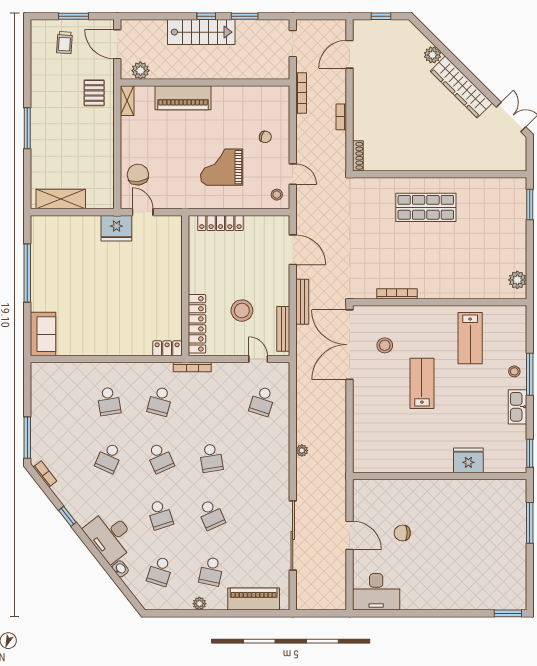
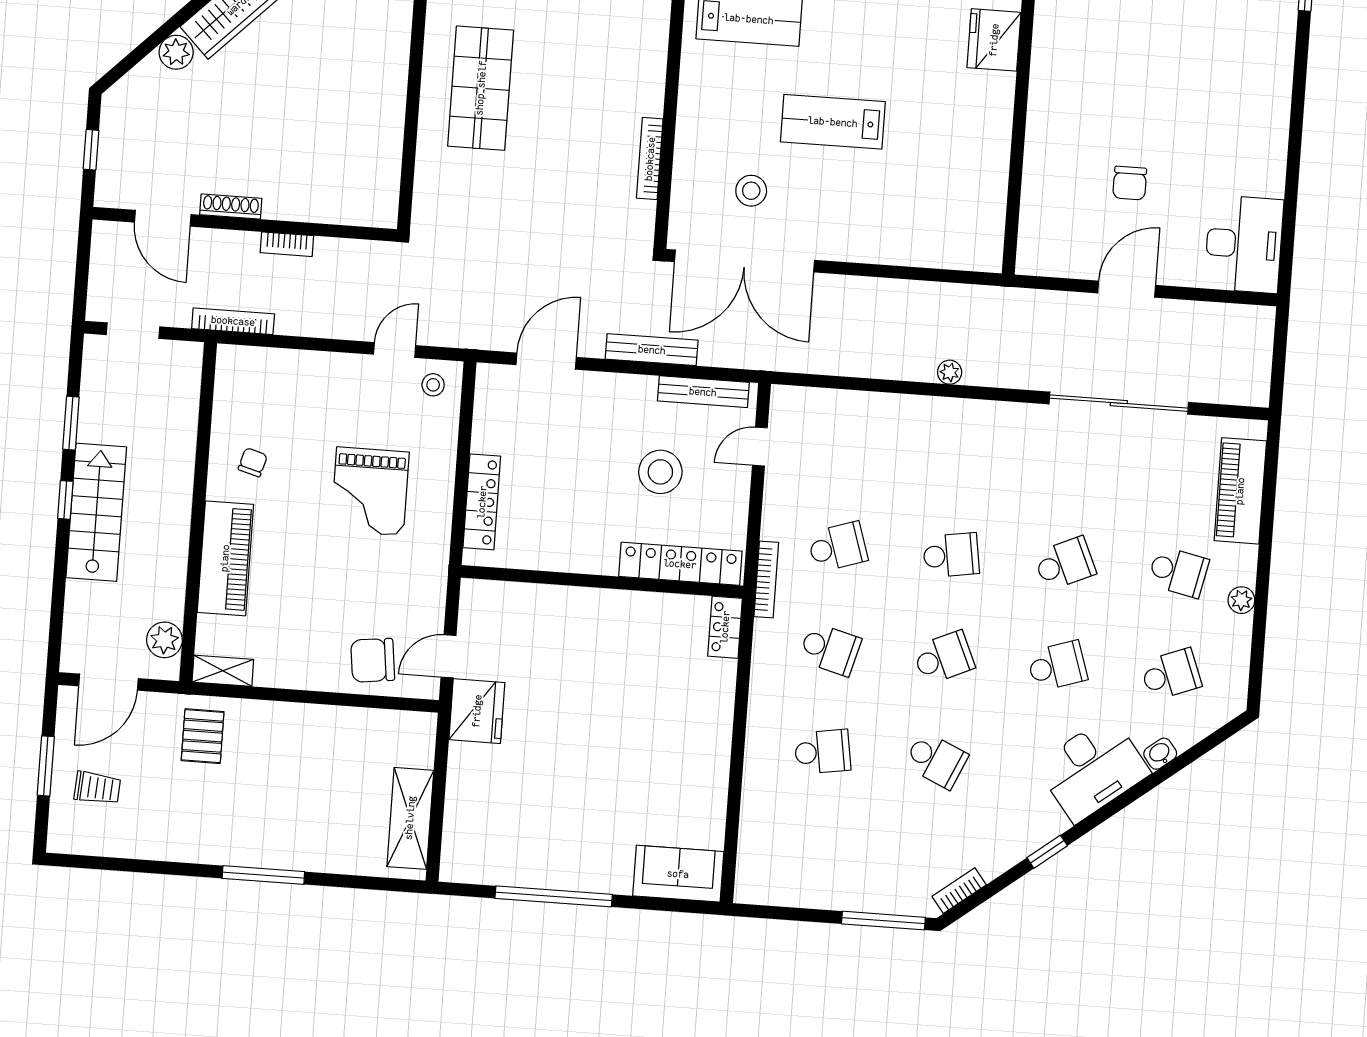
pallet: (94, 93) -> (203, 736), turned 90
chair: (265, 137) -> (253, 462), moved
shoe rack: (358, 156) -> (231, 207), moved
school desk: (262, 401) -> (838, 547), moved, turned -36
school desk: (160, 571) -> (1171, 674), turned -39

